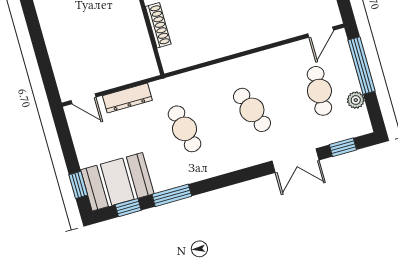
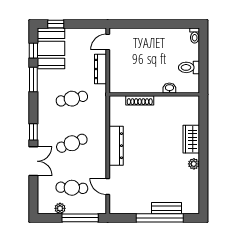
door: (321, 32) -> (108, 186), moved
dresser: (237, 42) -> (116, 146), added
window: (343, 147) -> (33, 132), moved
double door: (296, 161) -> (33, 161), swing flipped

